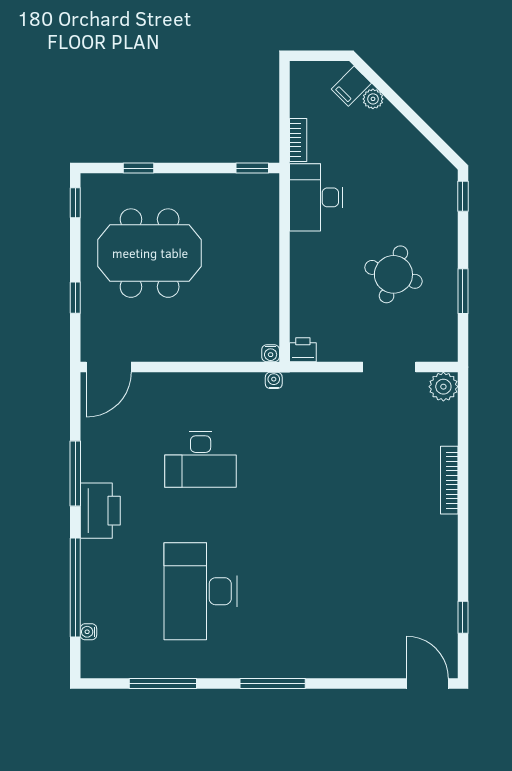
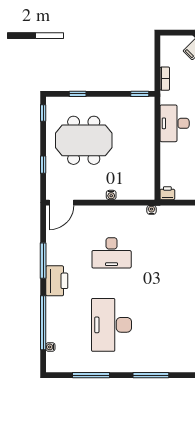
desk: (316, 197) -> (175, 123), moved
water cooler: (271, 353) -> (111, 195), moved

